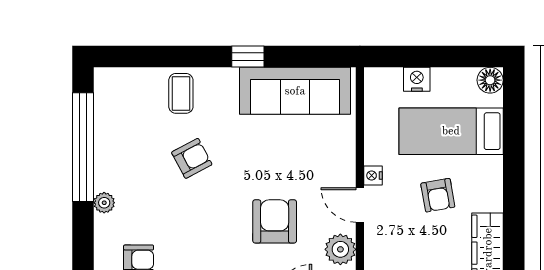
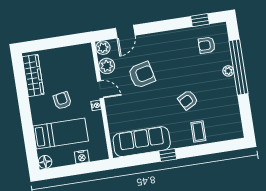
window: (83, 147) -> (238, 67), moved
armchair: (275, 221) -> (142, 75), turned -103

